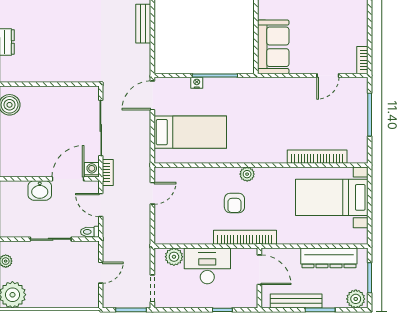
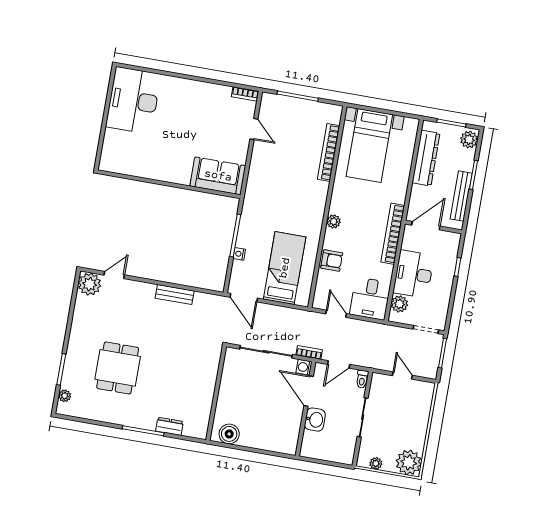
armchair: (234, 203) -> (332, 260), moved
desk: (174, 226) -> (370, 298), added

